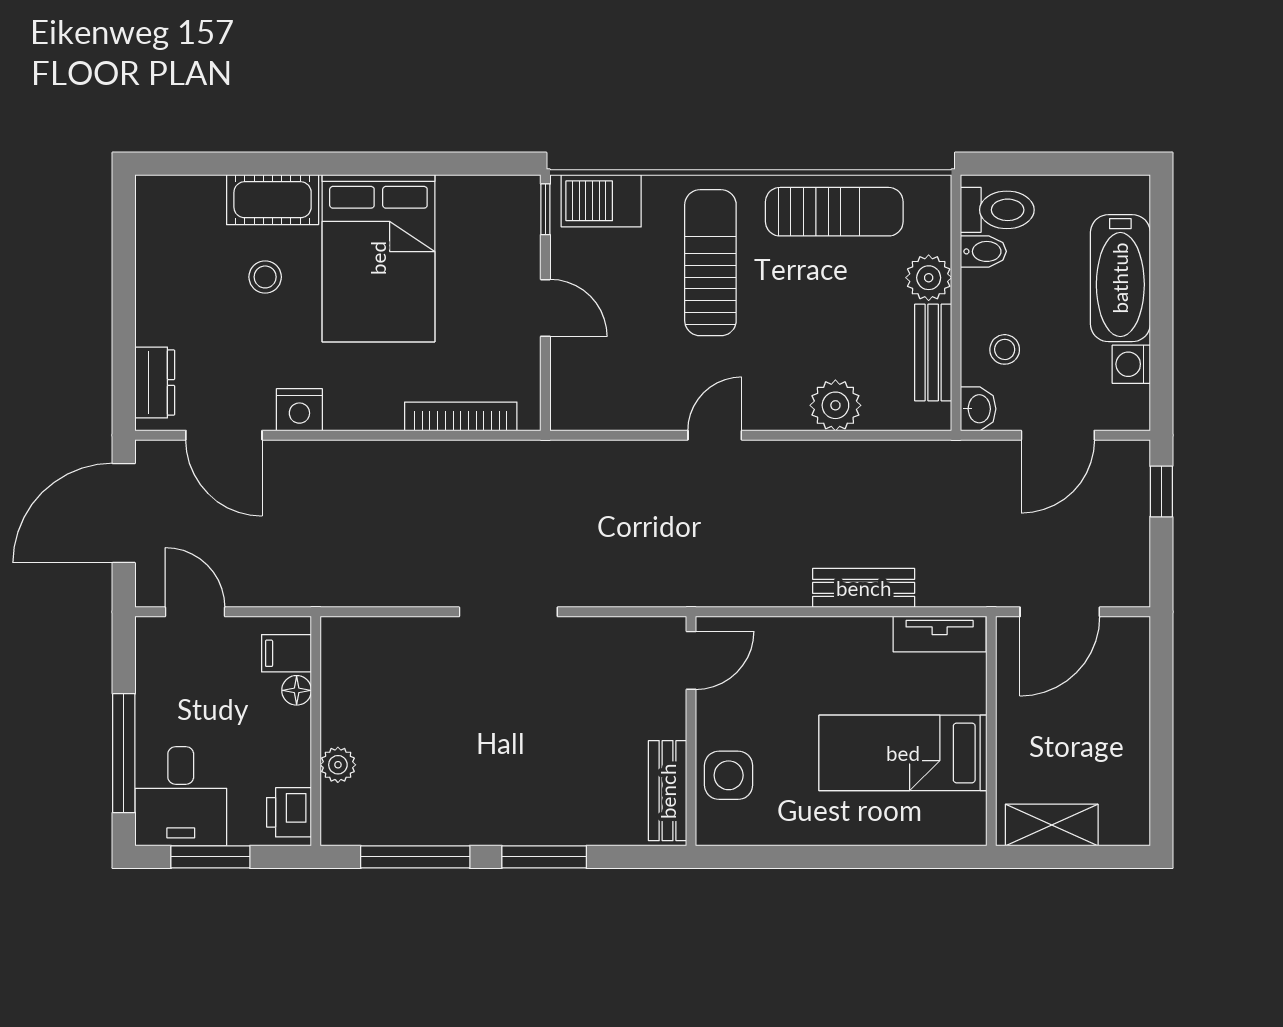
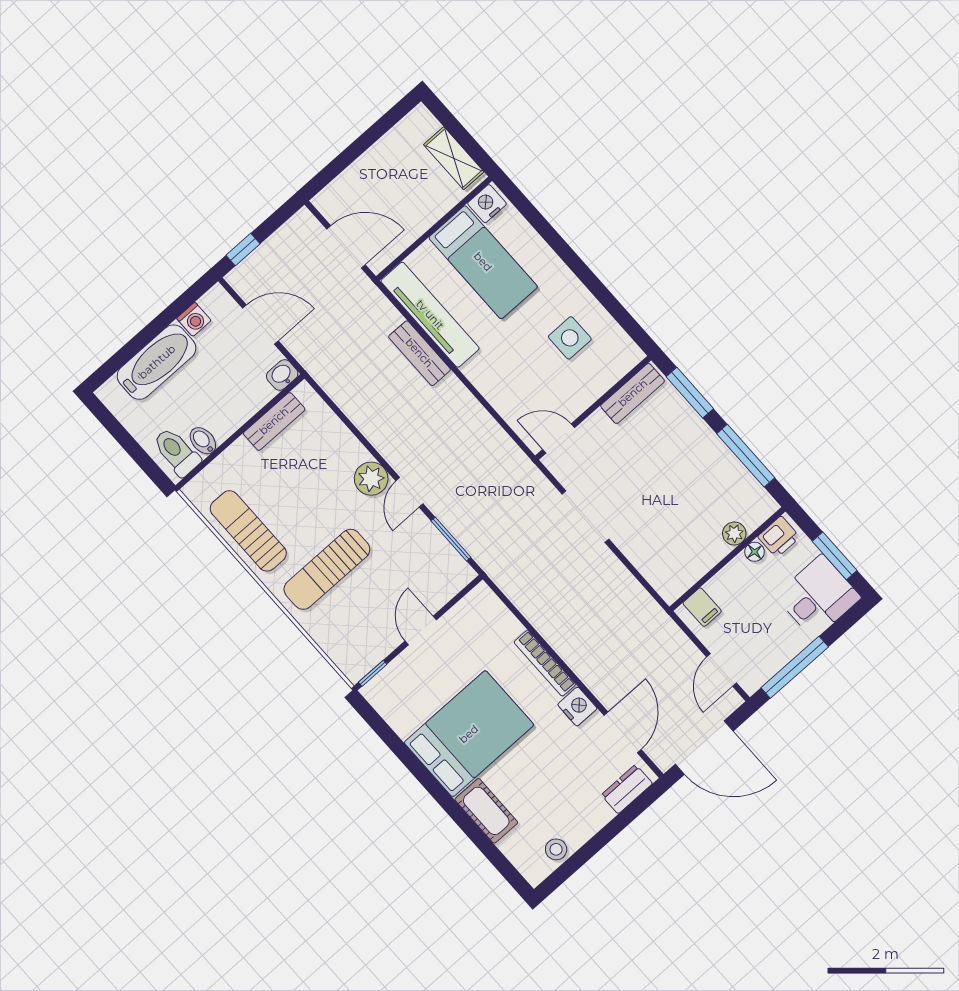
barbecue: (601, 201) -> (344, 650), removed
stool: (265, 277) -> (556, 849), moved
plant: (929, 278) -> (240, 456), removed
stool: (1005, 349) -> (242, 388), removed
plant: (835, 405) -> (371, 479), moved
bookcase: (461, 416) -> (545, 663), moved
window: (619, 435) -> (451, 539), added
door: (715, 435) -> (409, 492), hinge flipped
tv unit: (940, 634) -> (430, 315), width x1.92, depth x1.29
door: (691, 660) -> (559, 439), moved
floor lamp: (297, 690) -> (754, 552), moved
wall: (691, 731) -> (593, 408), moved
window: (124, 753) -> (795, 667), moved
bench: (668, 791) -> (633, 393), moved
nightstand: (966, 817) -> (487, 204), added

